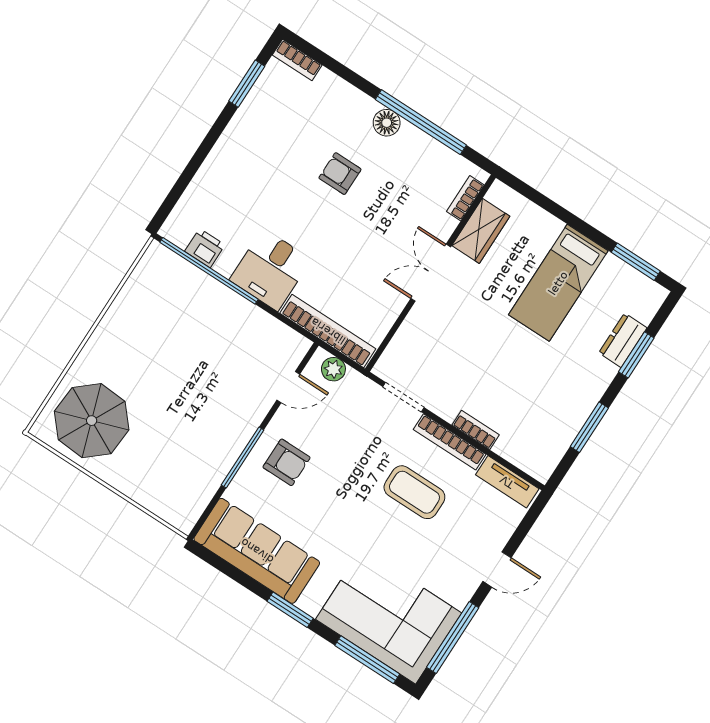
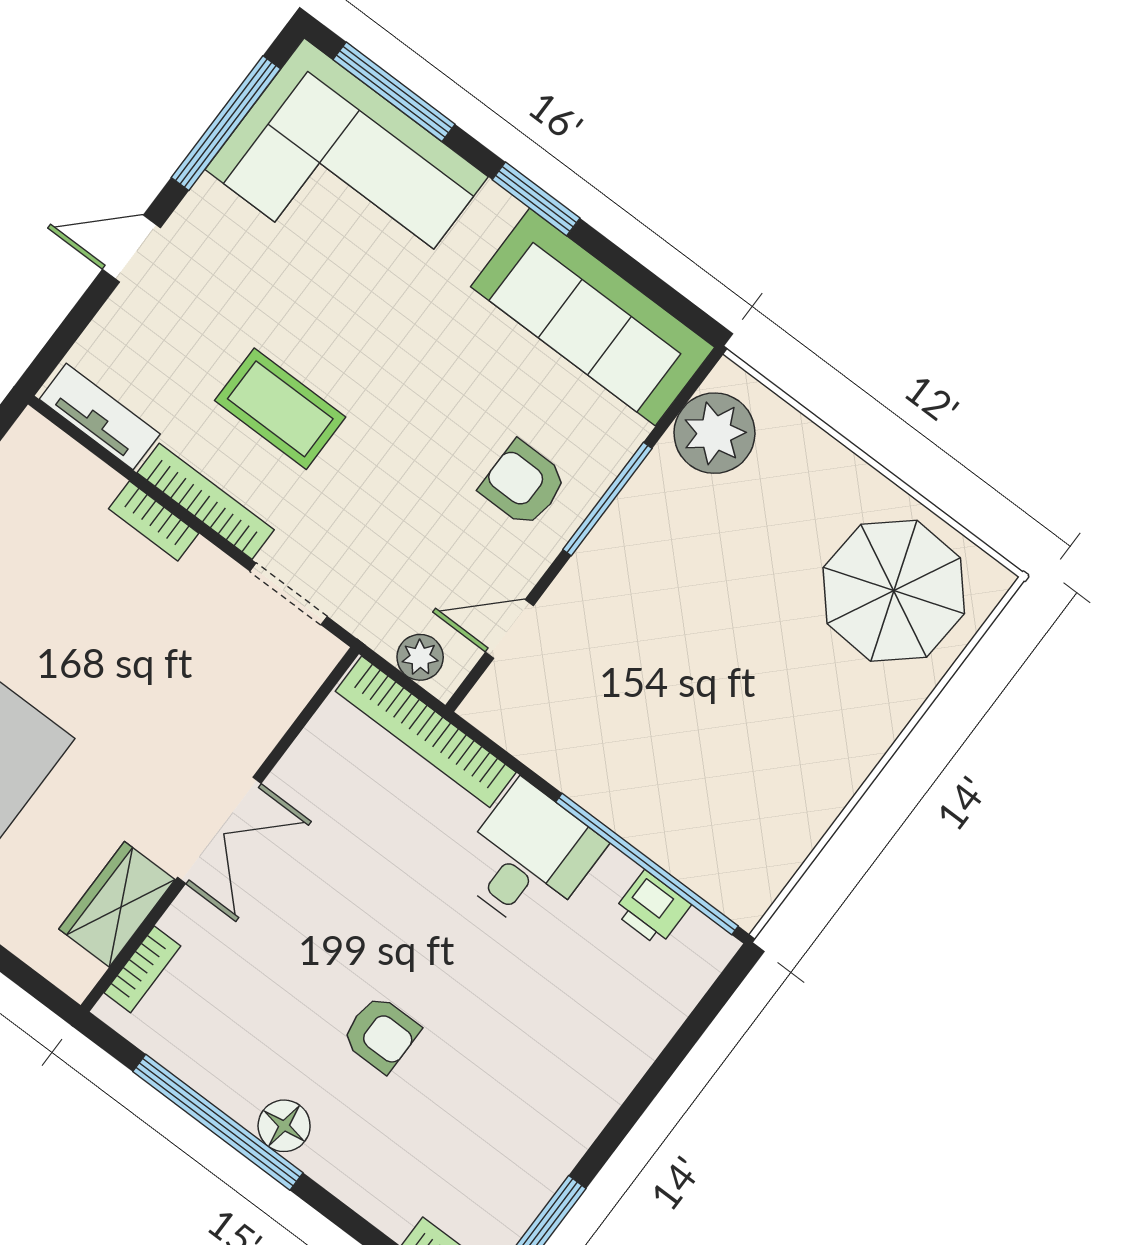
plant: (190, 495) -> (714, 433), added

